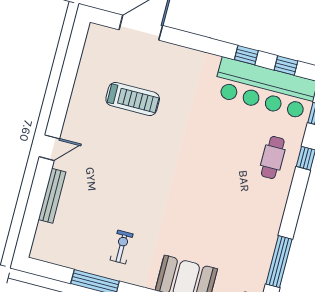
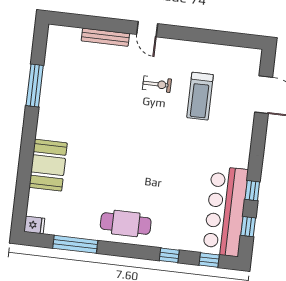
cafe table: (273, 157) -> (126, 224), moved, width x1.37, depth x1.35
exercise bike: (122, 247) -> (157, 84), moved

